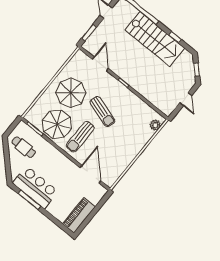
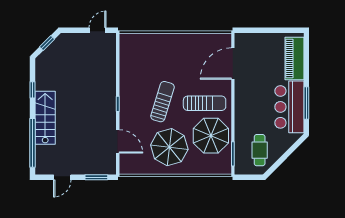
stairs: (155, 39) -> (45, 118), width x0.73, depth x0.66
door: (100, 64) -> (118, 141), swing flipped
door: (186, 99) -> (98, 30), moved
plant: (155, 125) -> (134, 39), removed
piano: (79, 215) -> (294, 58), moved, turned 90

